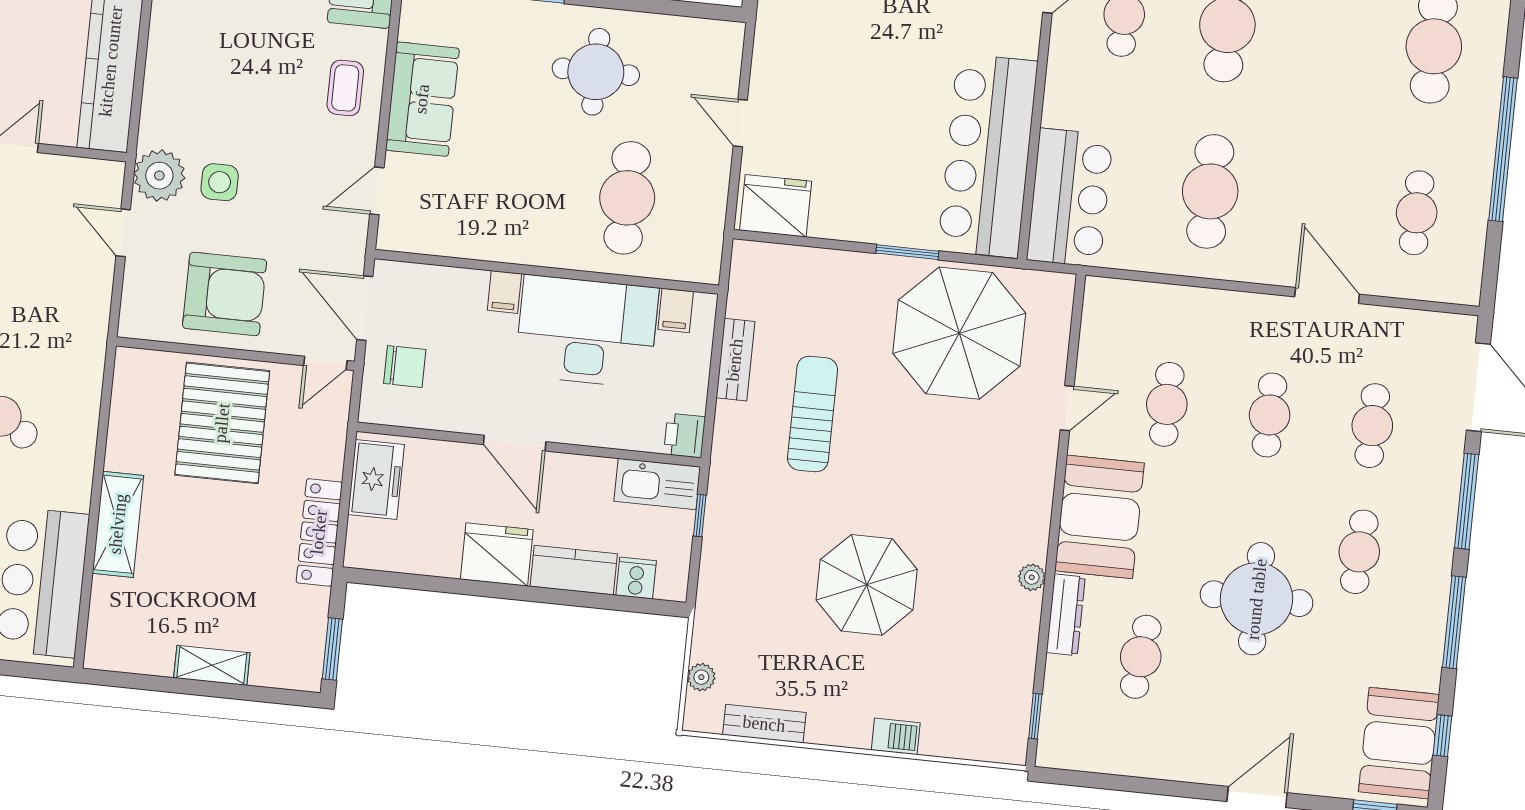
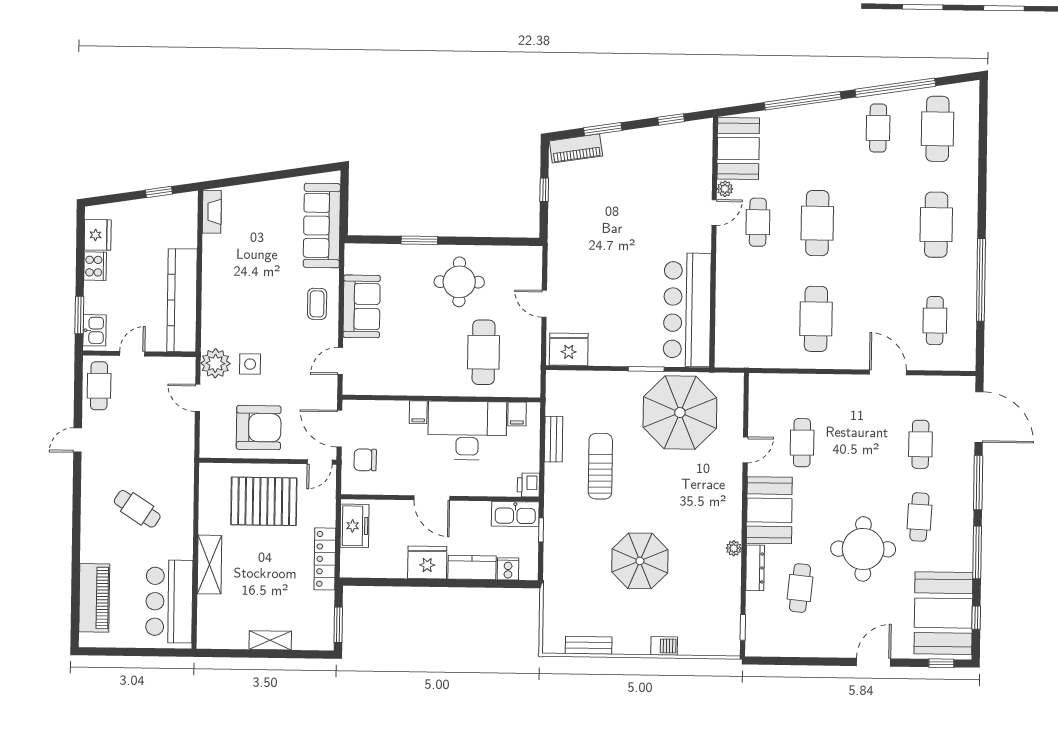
bar counter: (1070, 198) -> (736, 330), removed
chair: (405, 367) -> (365, 460), turned 180
cafe table: (1270, 415) -> (861, 443), removed
pallet: (222, 423) -> (264, 501), turned 90
plant: (701, 677) -> (550, 622), removed
booth: (1399, 743) -> (943, 613), width x1.36, depth x1.42

